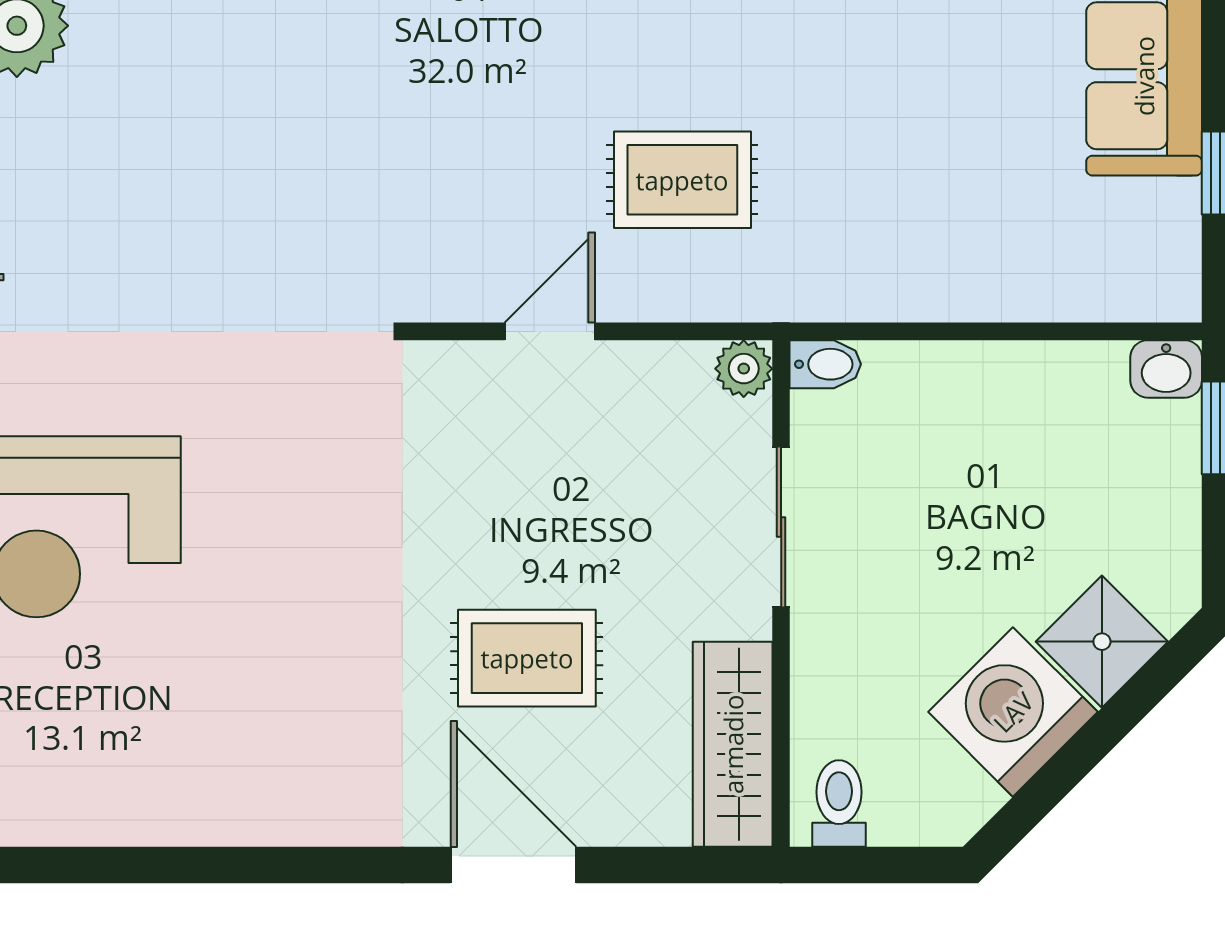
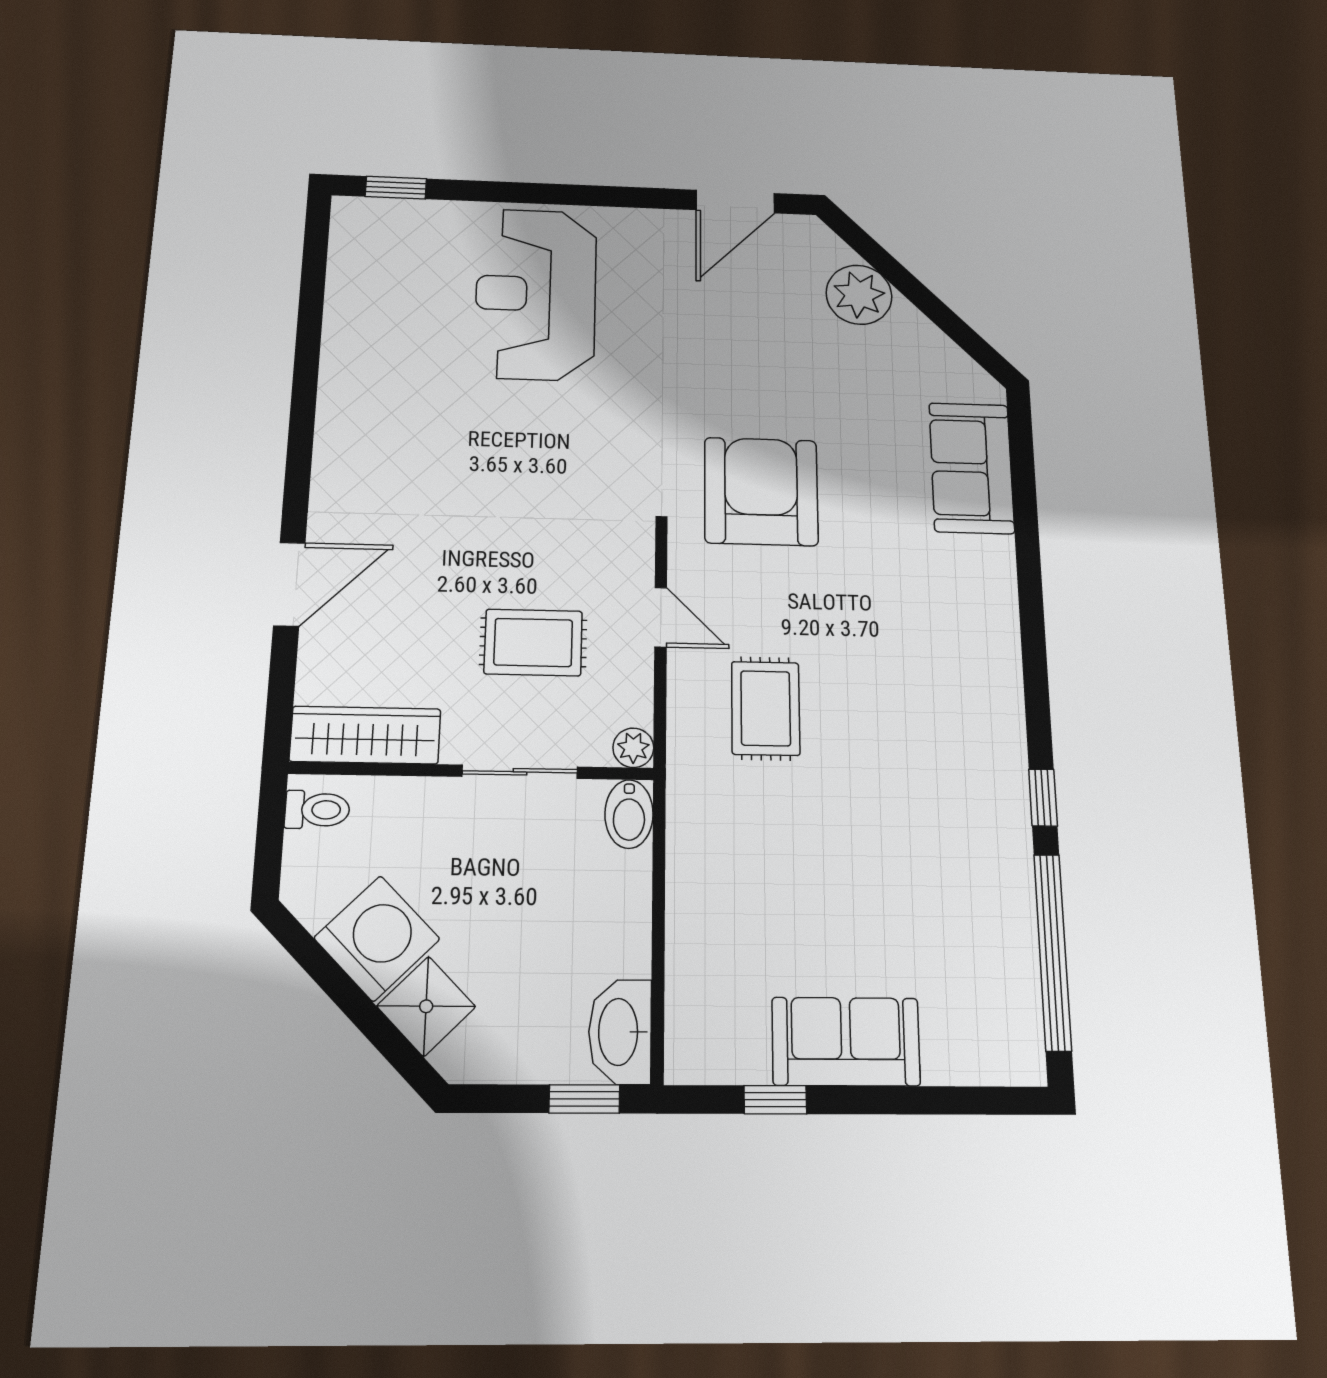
armchair: (350, 183) -> (761, 491), added
bidet: (825, 364) -> (629, 814), width x1.38, depth x1.36
washbasin: (1166, 369) -> (620, 1032), width x1.91, depth x1.45
rug: (527, 658) -> (533, 642), moved, turned 90

